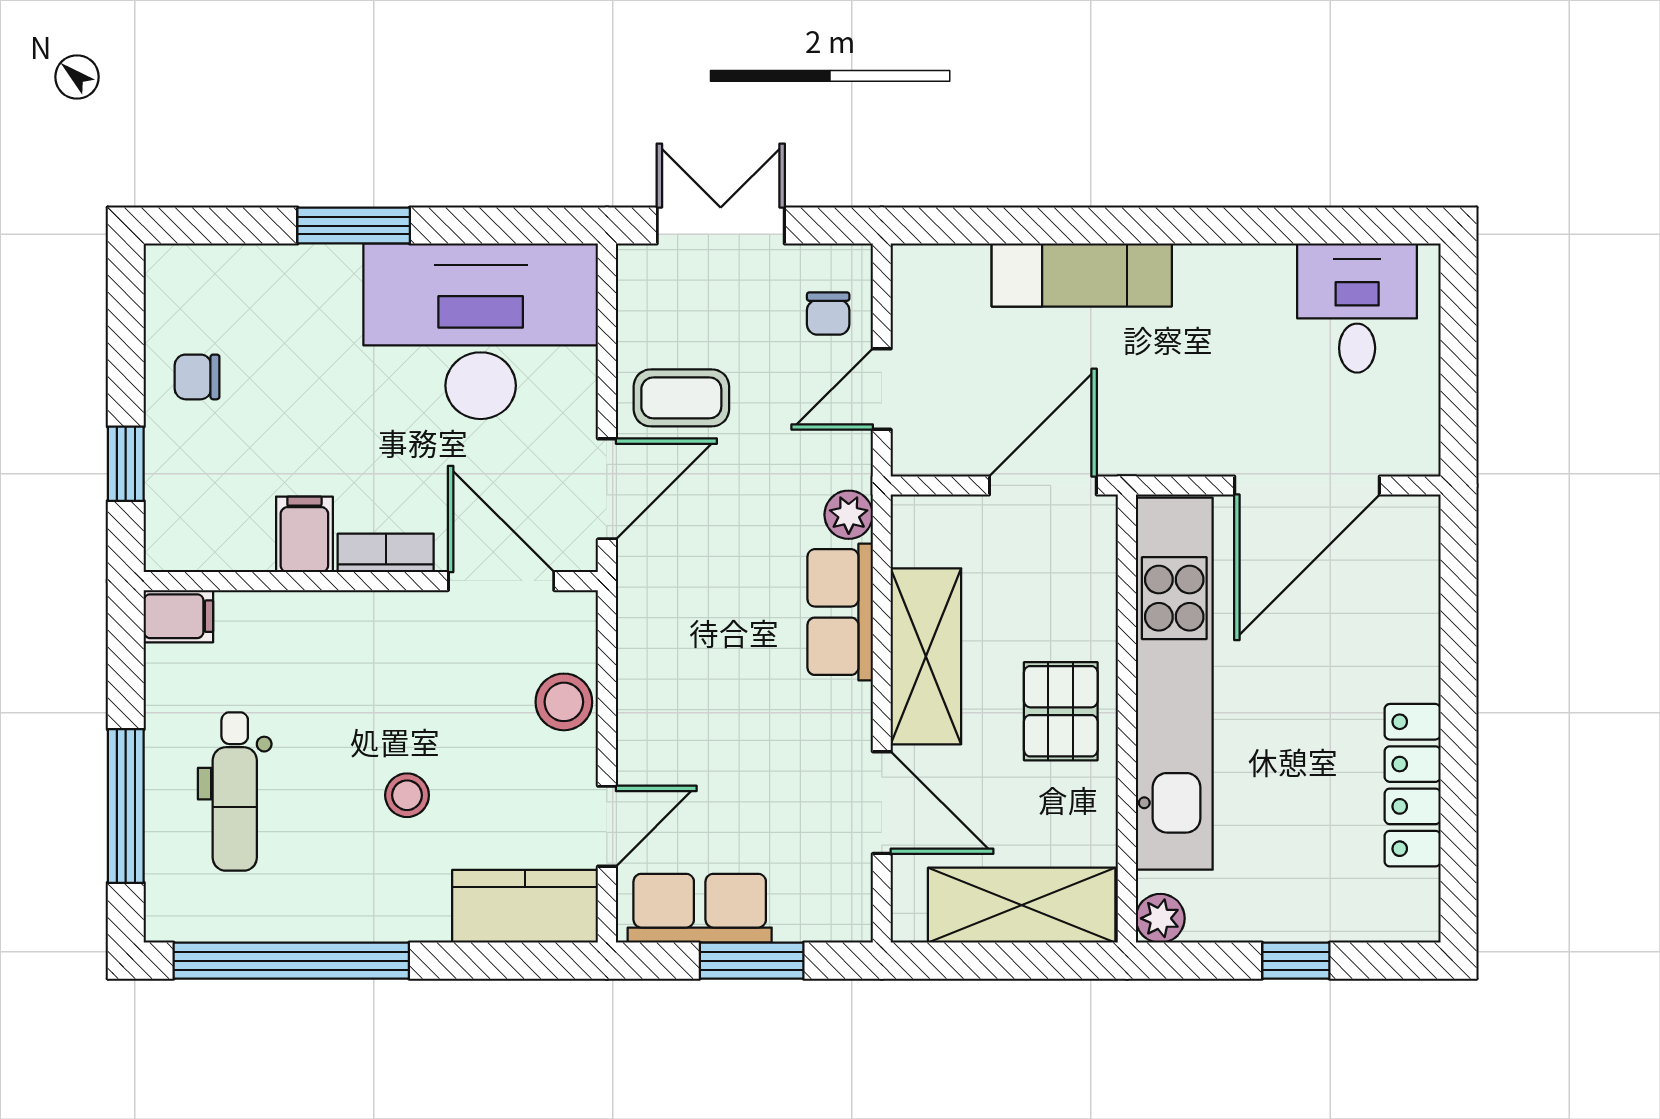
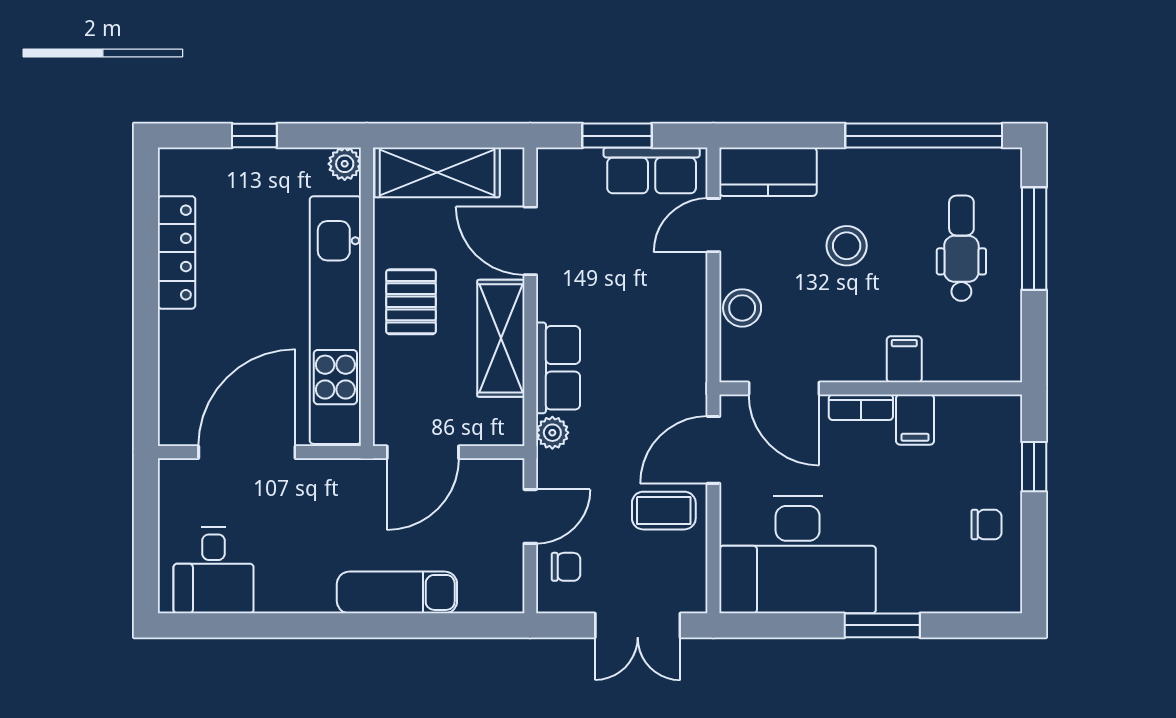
chair: (828, 314) -> (566, 567), turned 90
filing cabinet: (178, 616) -> (904, 359), moved, turned 90
stool: (407, 795) -> (847, 246), width x1.37, depth x1.37

